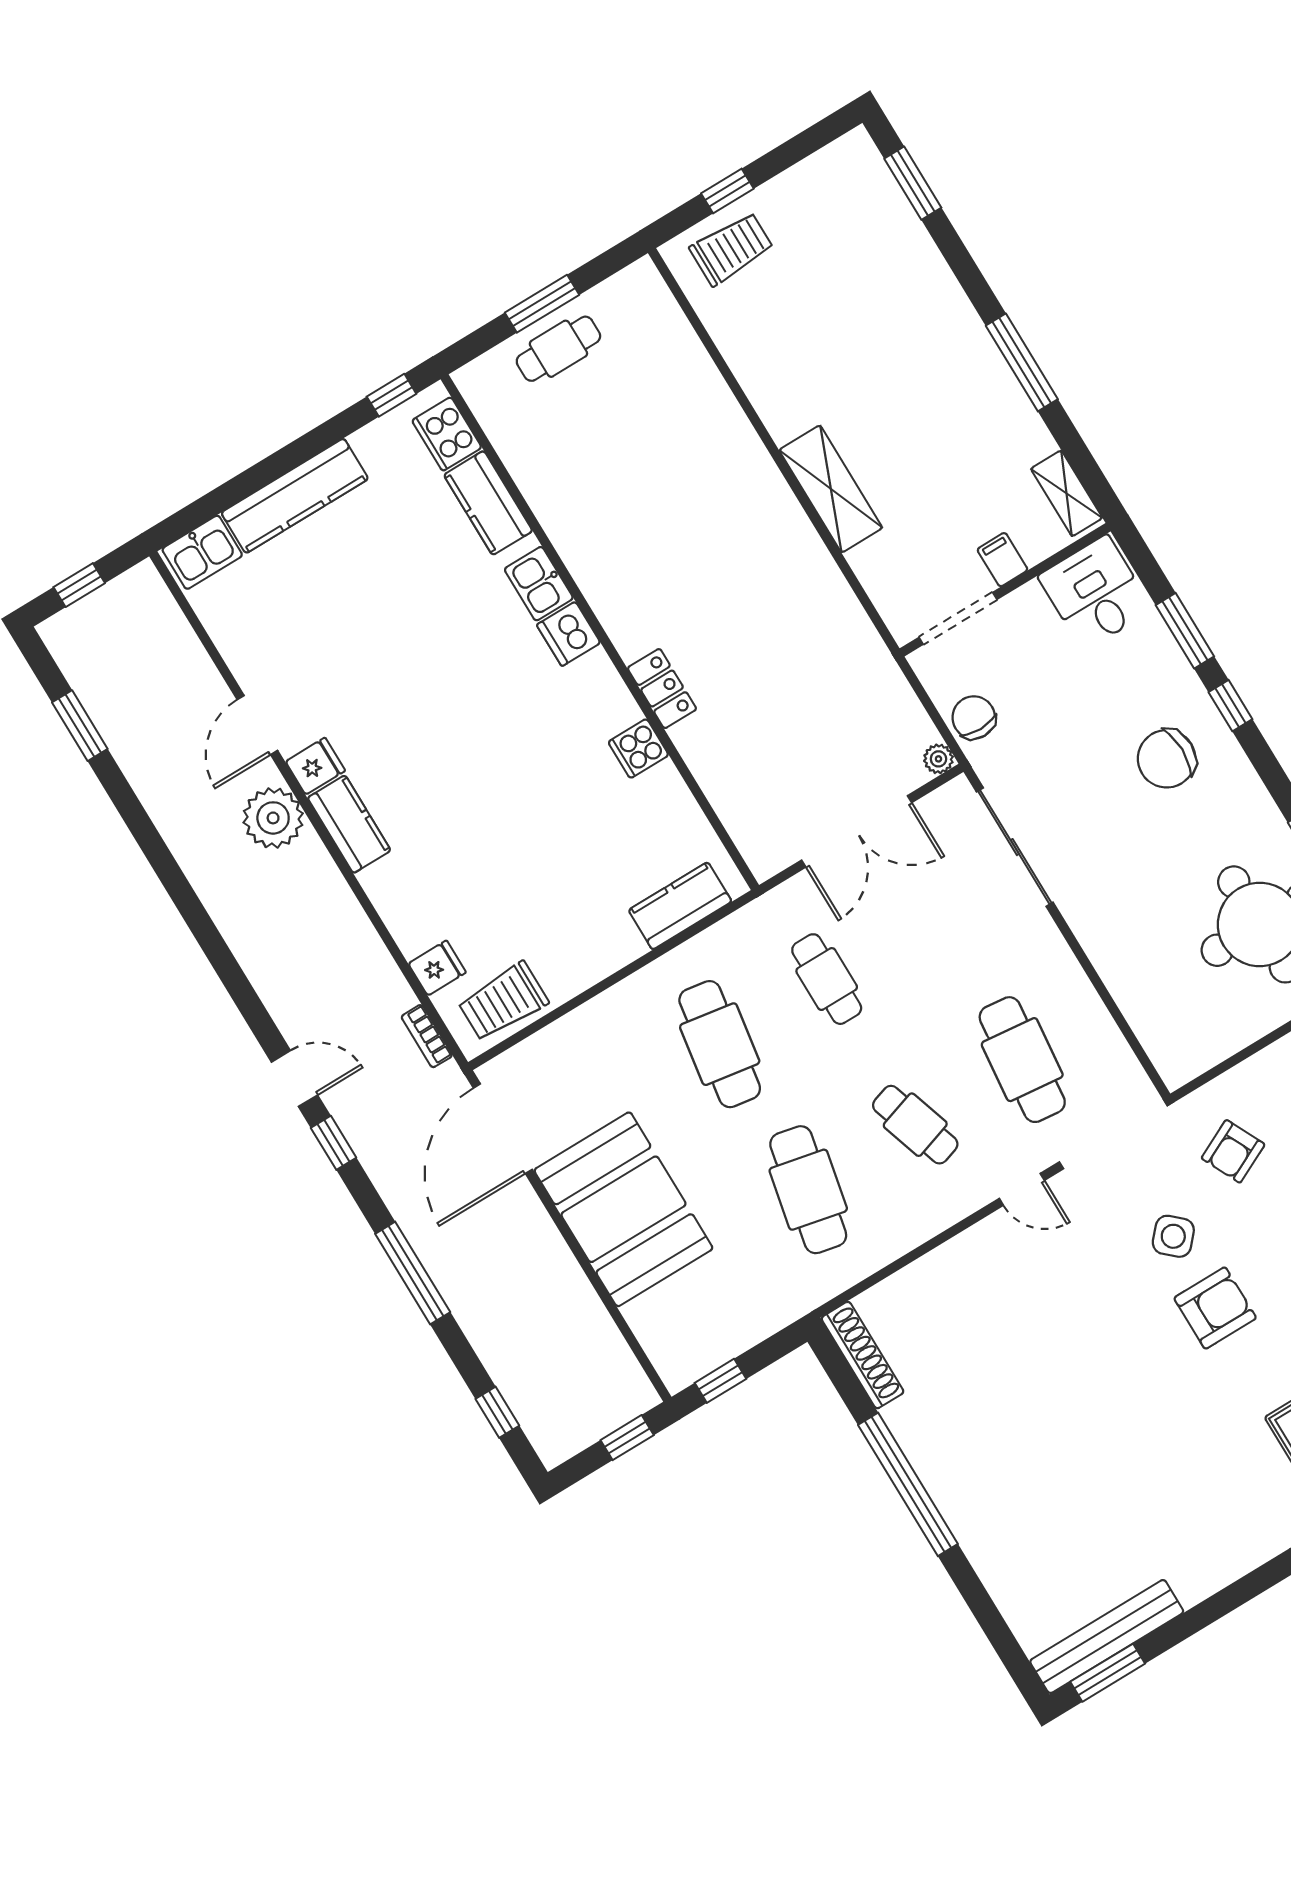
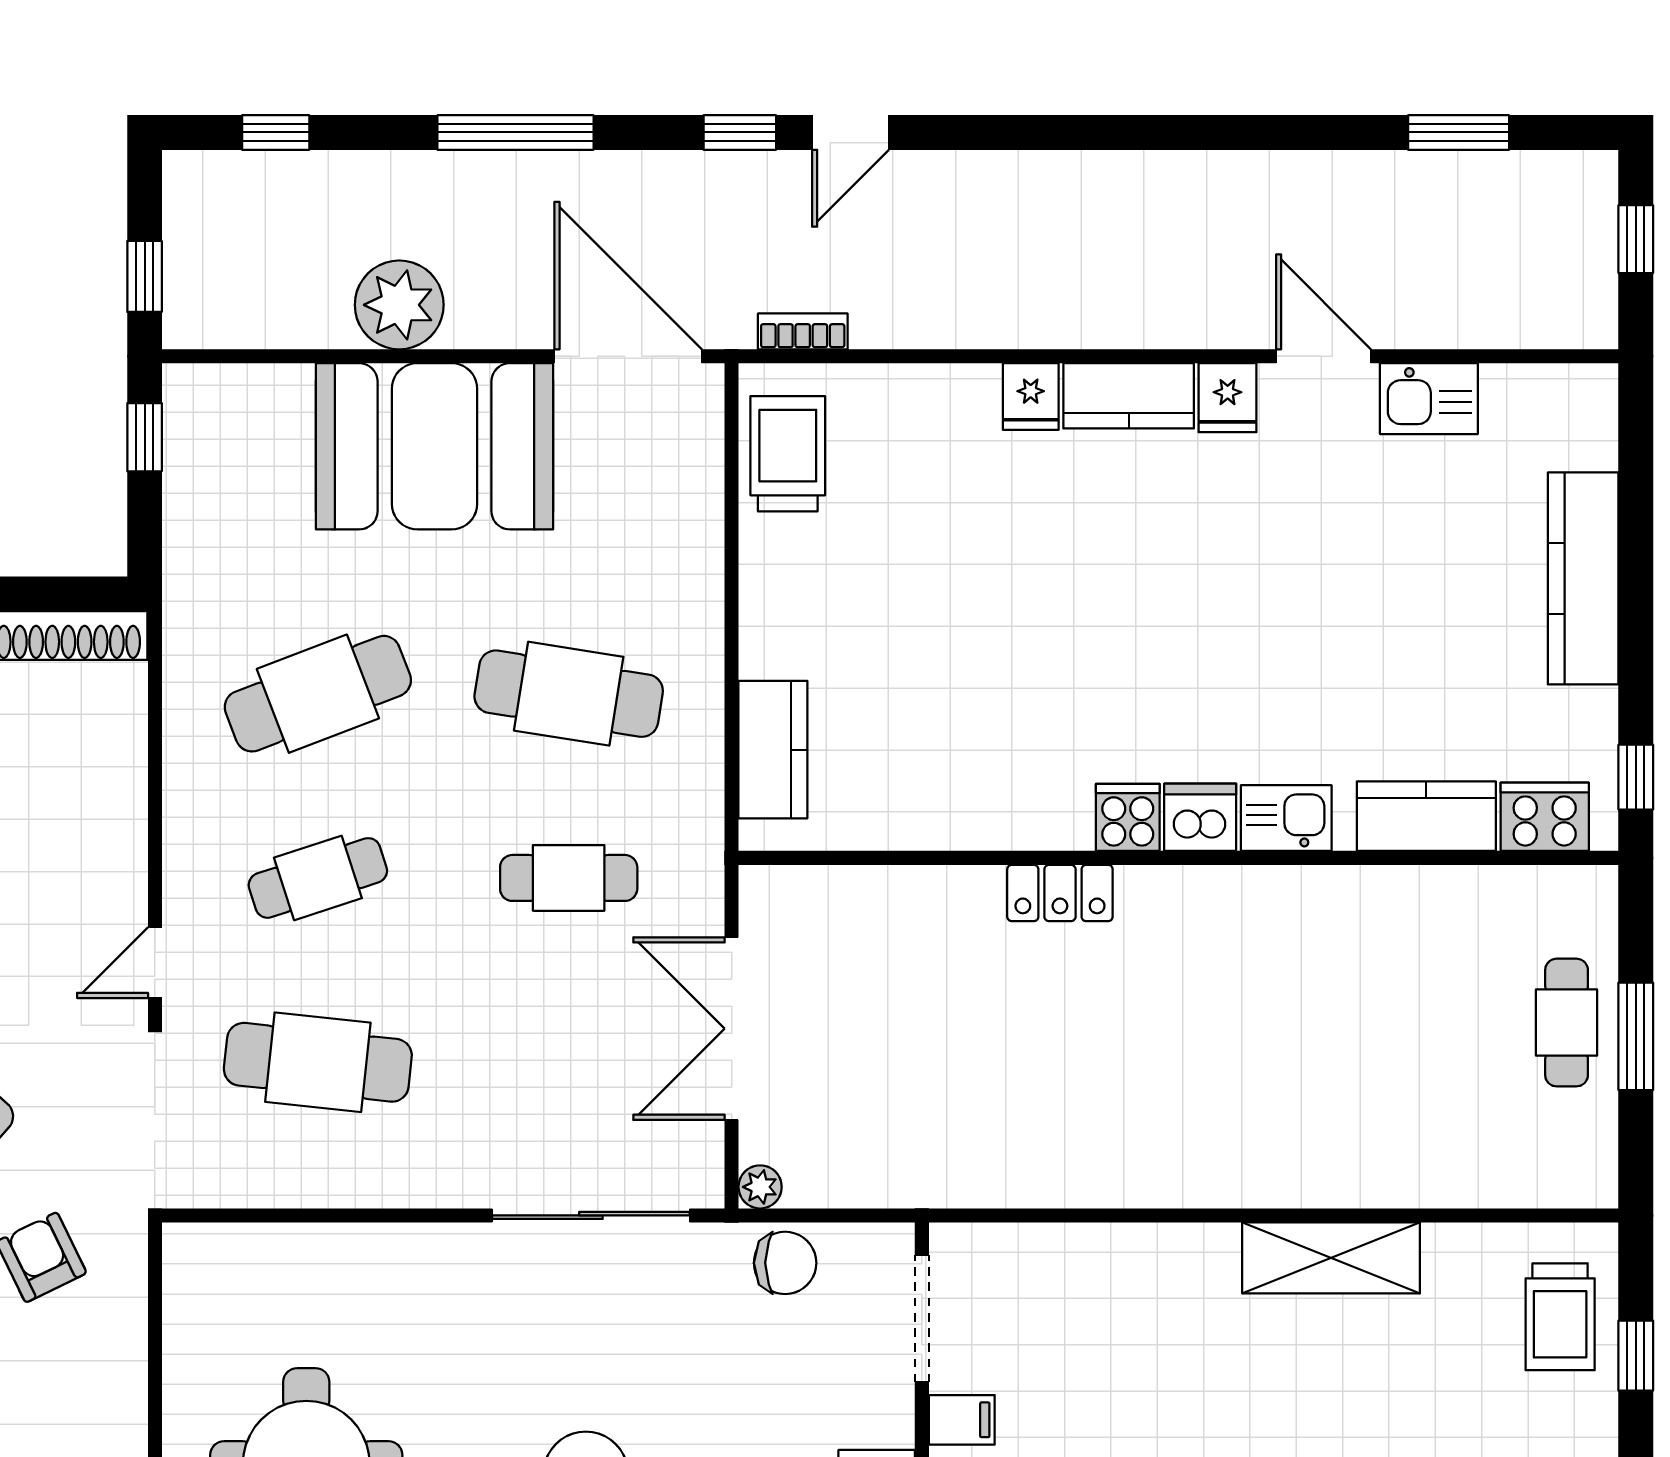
shelving: (831, 489) -> (1331, 1258), moved
kitchen sink: (202, 552) -> (1429, 399), moved, turned -90
cooker: (638, 749) -> (1128, 817), moved
plant: (273, 818) -> (399, 305), moved
fridge: (437, 968) -> (1031, 396), moved
cafe table: (808, 1190) -> (318, 694), turned -33

